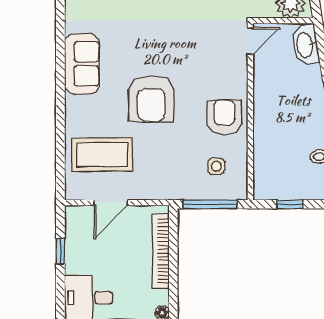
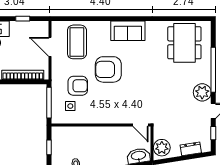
armchair: (224, 117) -> (78, 86), moved

